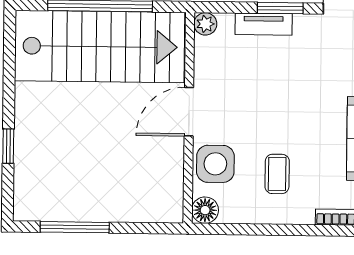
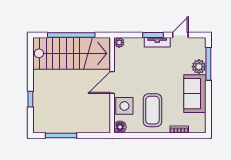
tv unit: (264, 24) -> (157, 42), moved
coffee table: (277, 174) -> (152, 110), width x1.86, depth x1.72

